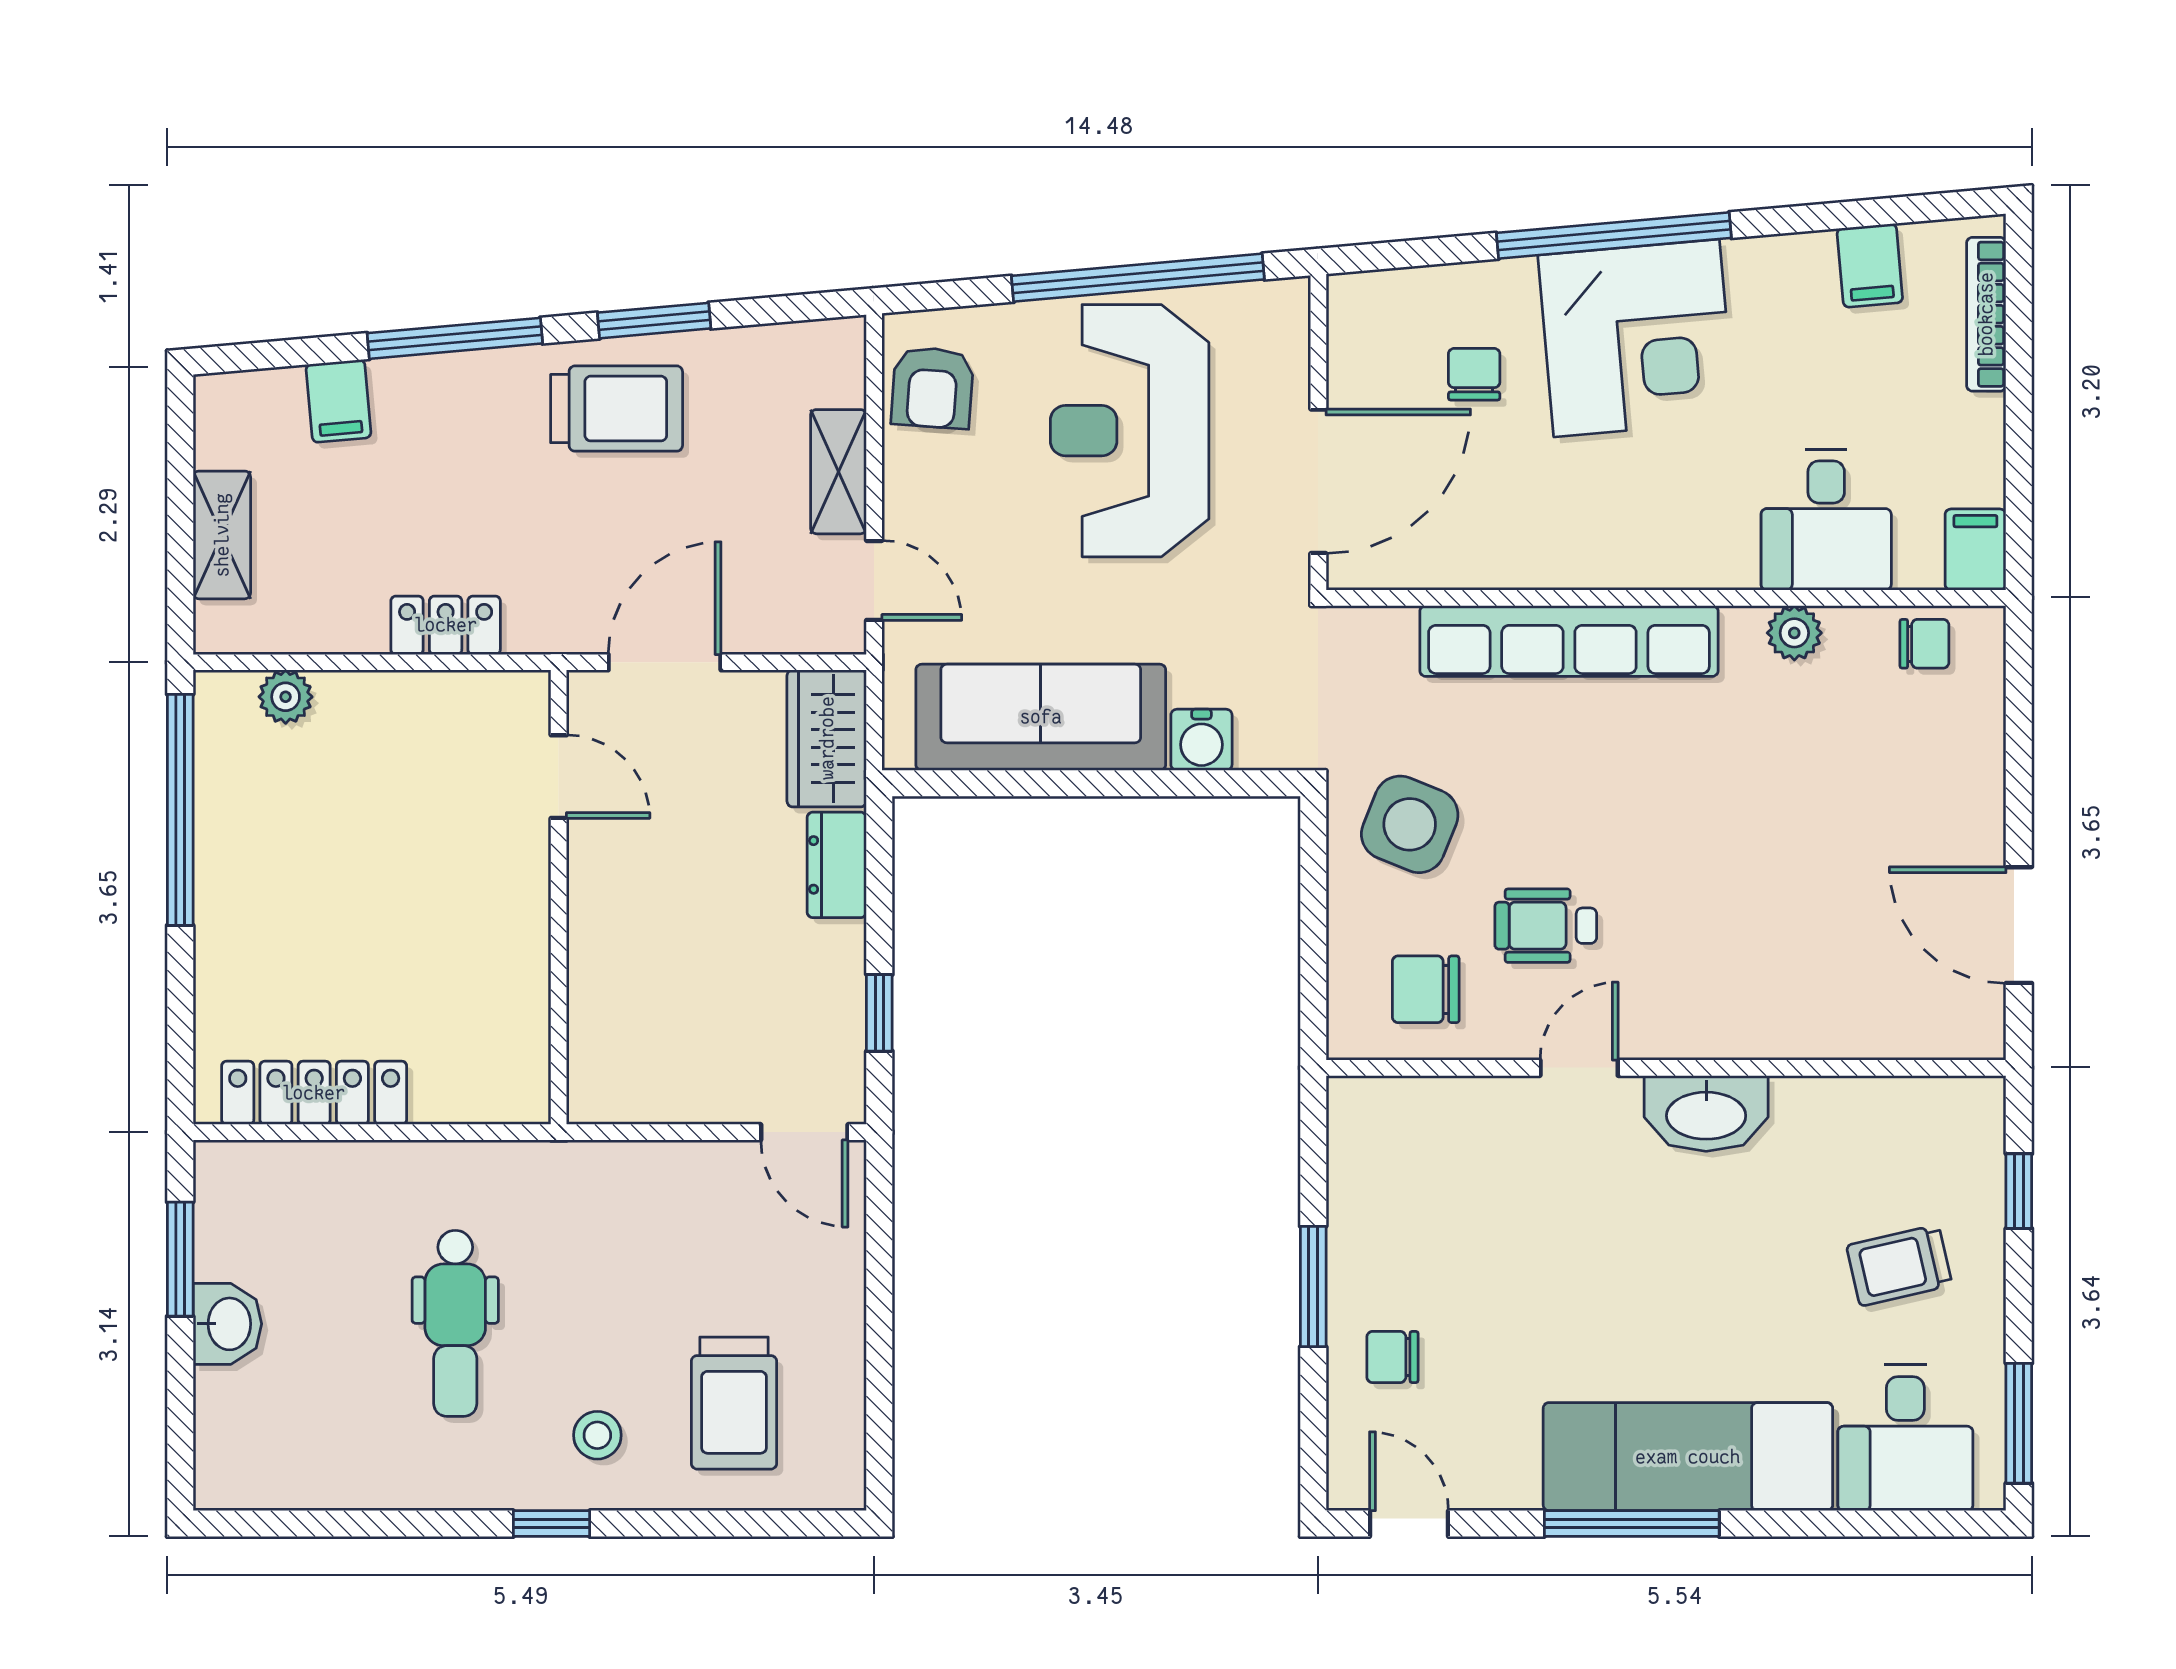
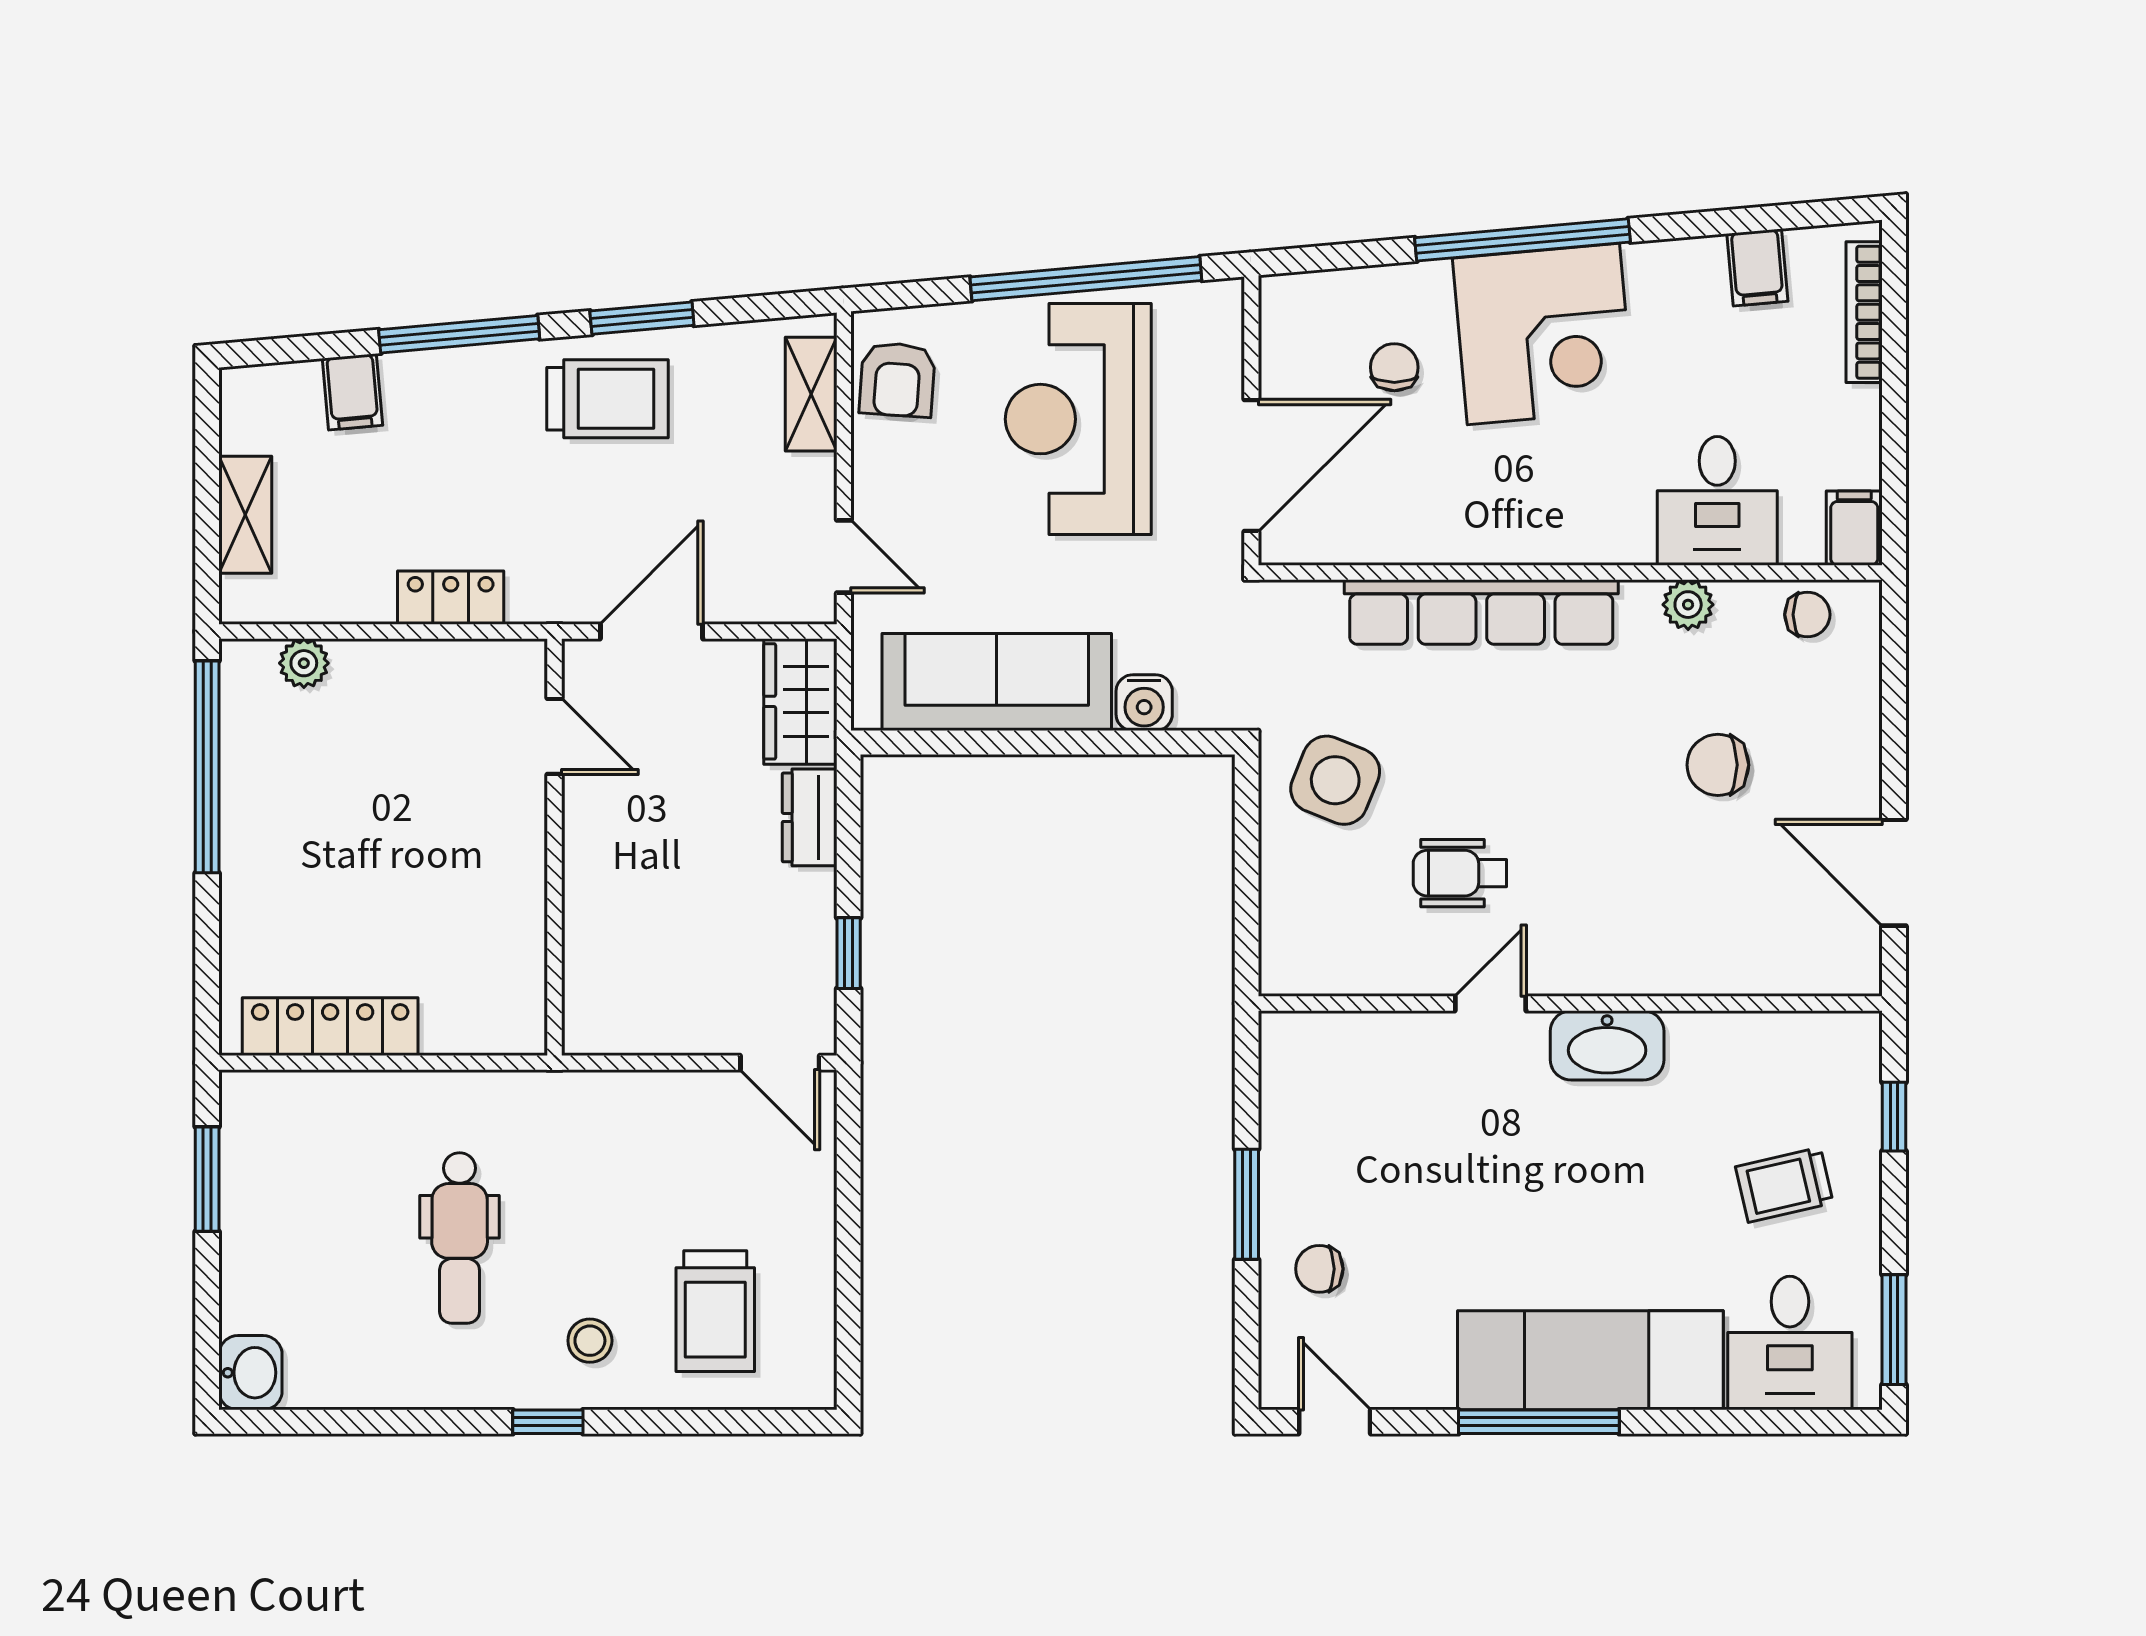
shelving: (838, 472) -> (811, 394), moved
chair: (1426, 989) -> (1718, 765), moved
washbasin: (227, 1324) -> (250, 1373), moved

